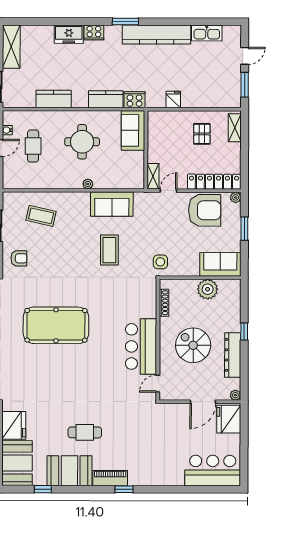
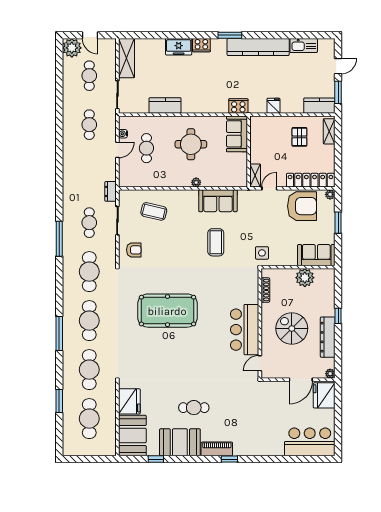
kitchen counter: (106, 99) -> (319, 106), moved

